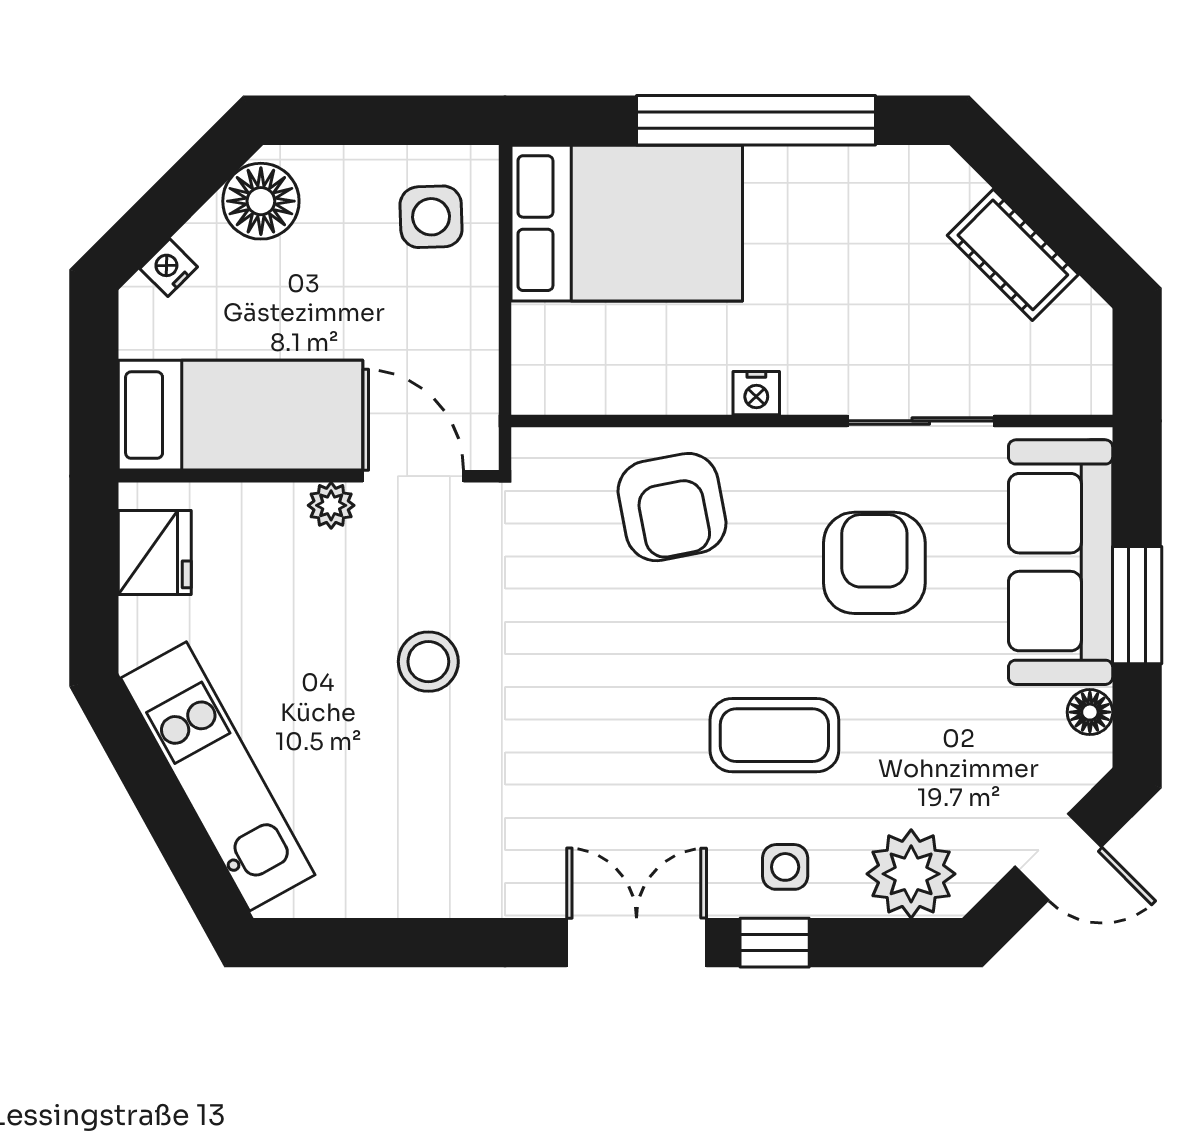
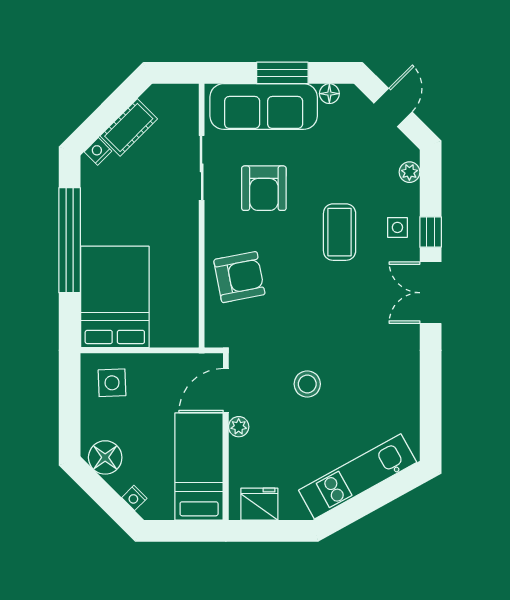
nightstand: (756, 393) -> (98, 151), moved, turned -135
armchair: (874, 563) -> (264, 188), turned -90
plant: (911, 874) -> (409, 172), width x0.53, depth x0.53

